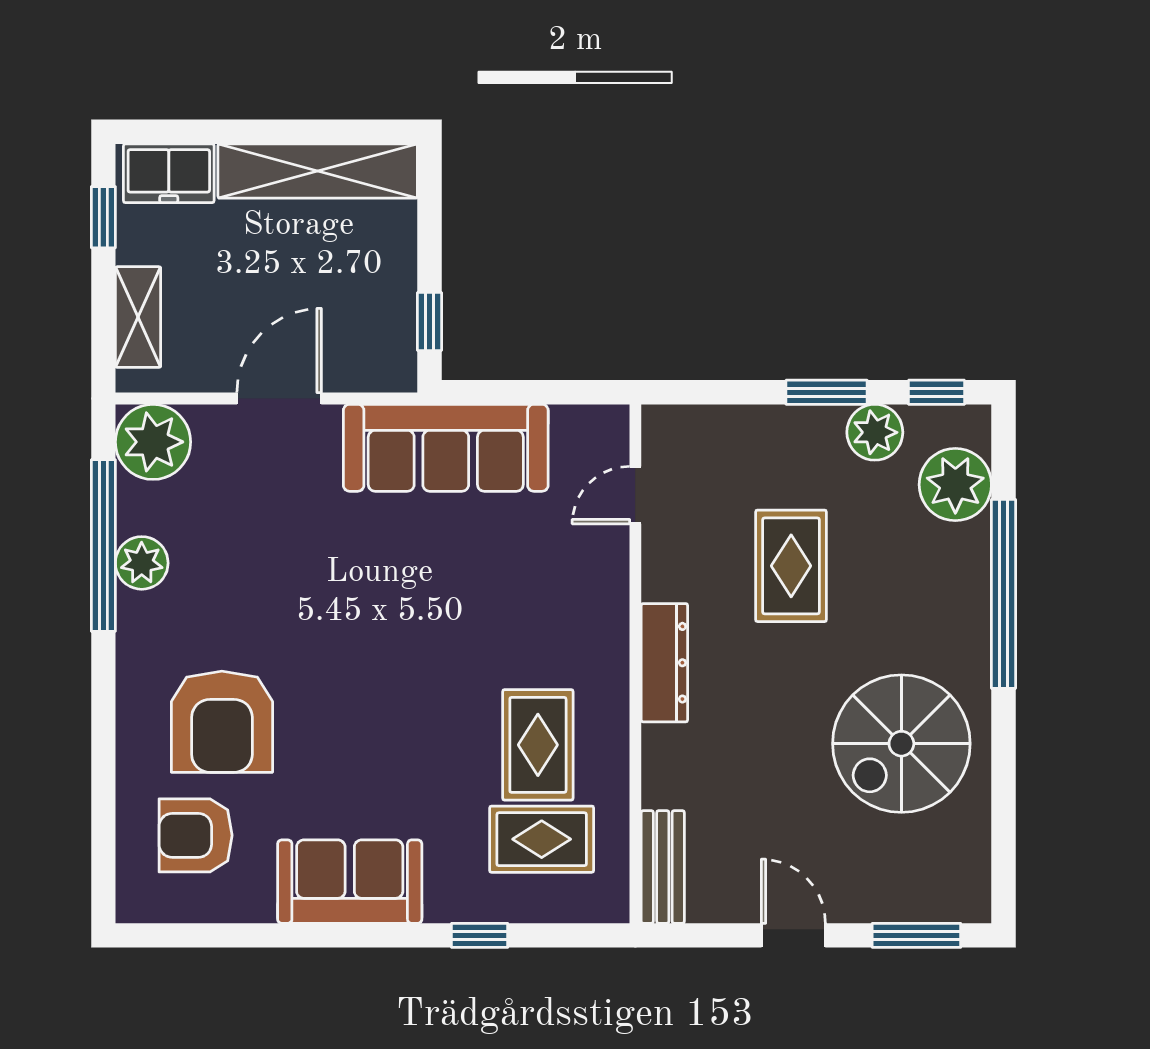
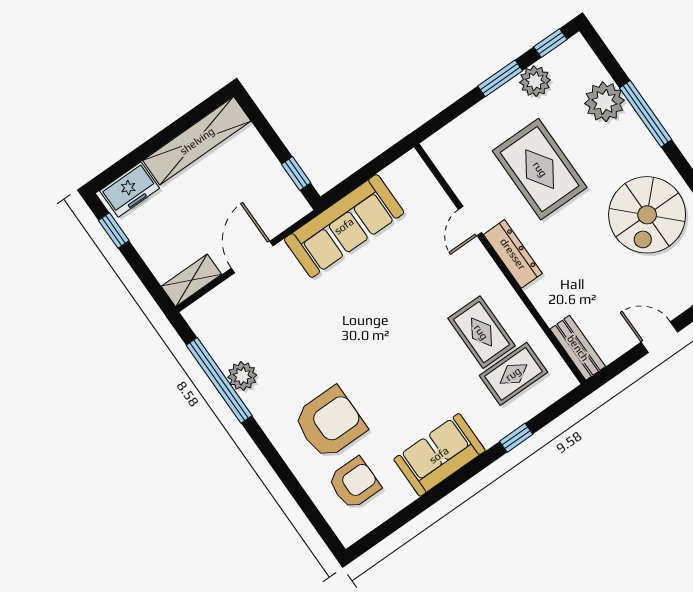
shelving: (138, 317) -> (191, 280), moved, turned 90
plant: (153, 442) -> (209, 317), removed
plant: (955, 485) -> (604, 102), moved
door: (635, 495) -> (470, 221), moved
rug: (791, 566) -> (540, 169), width x1.36, depth x1.43
window: (1004, 594) -> (646, 114), width x0.68
armchair: (222, 722) -> (330, 423), turned -90
armchair: (196, 835) -> (354, 483), turned 180

